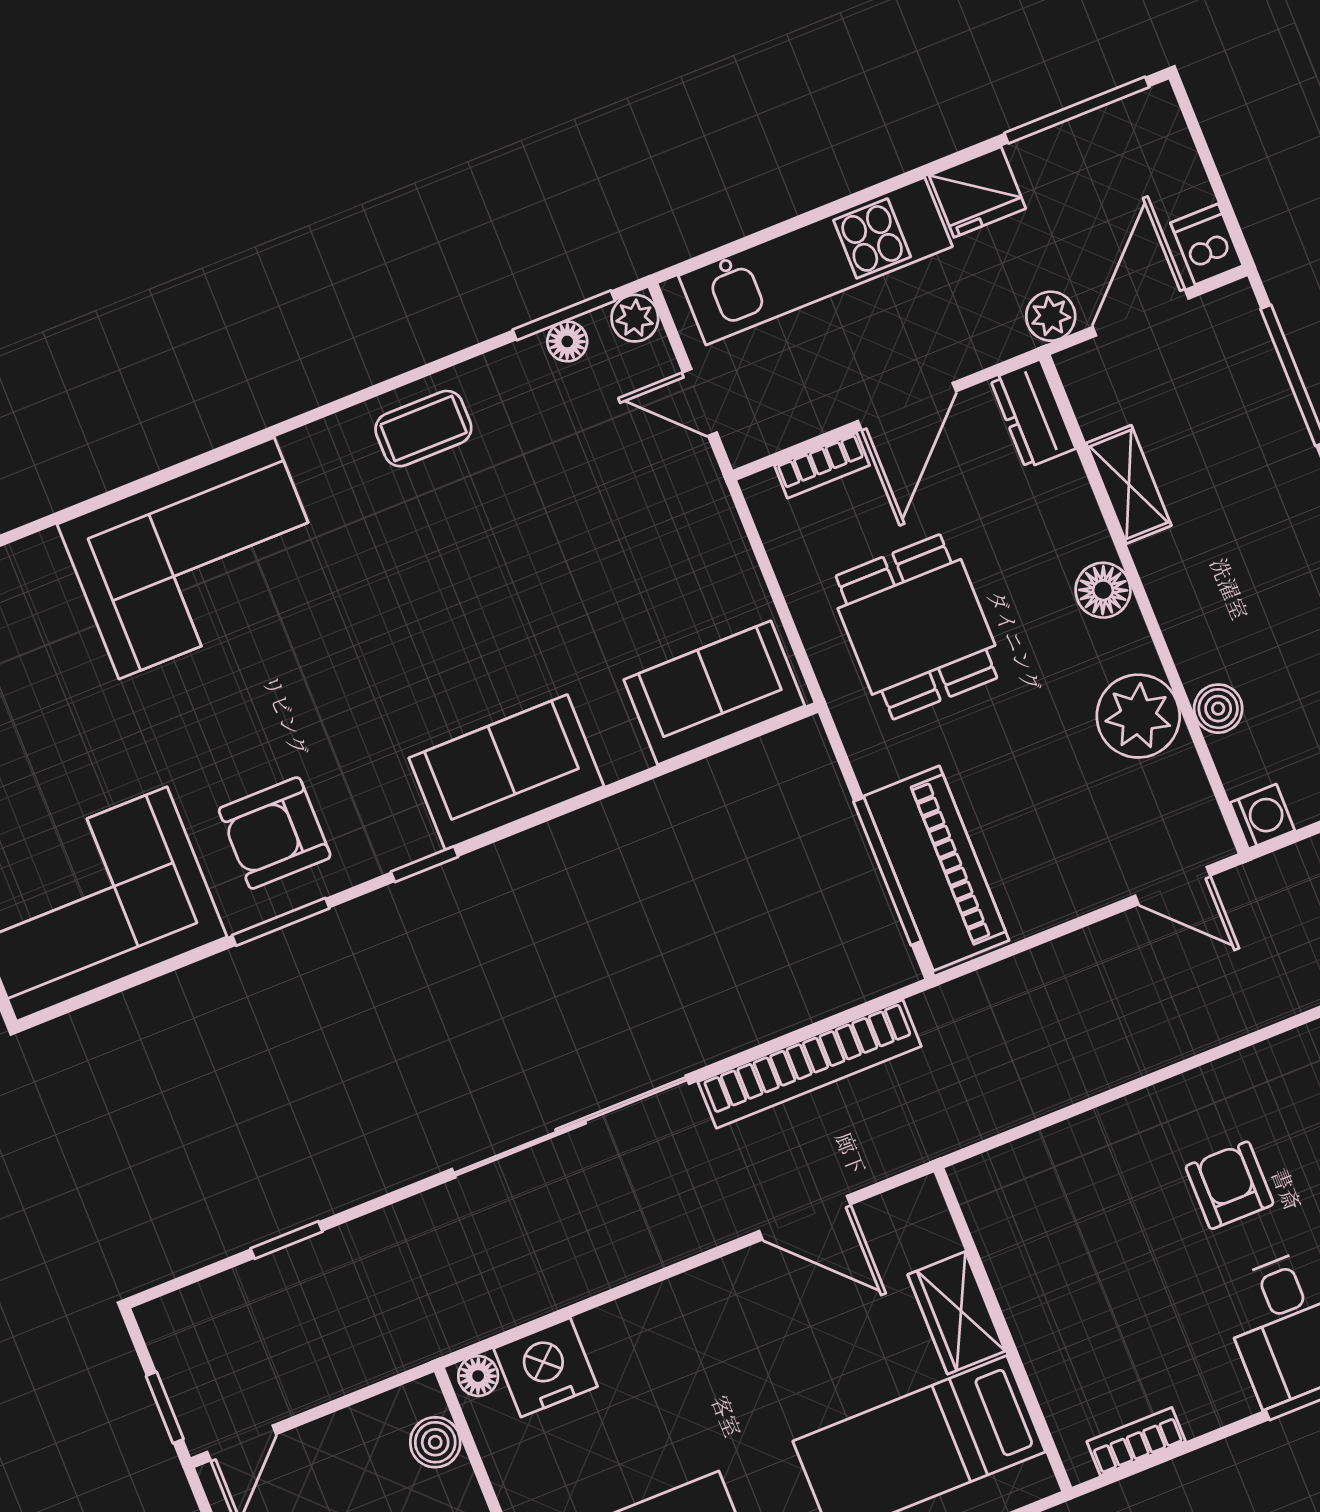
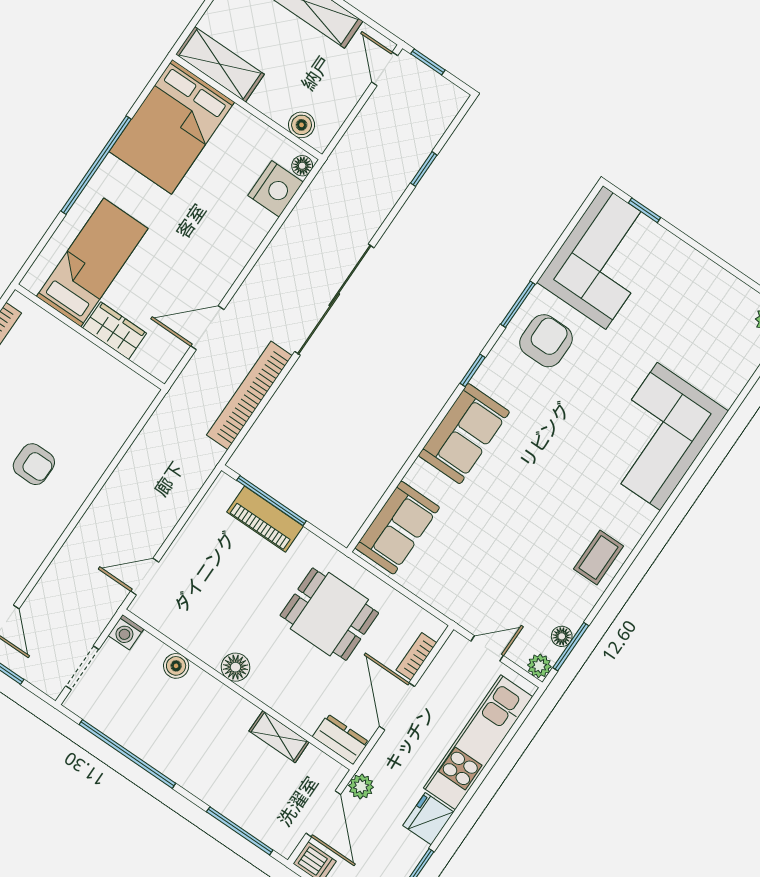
floor lamp: (1103, 590) -> (236, 667), moved
plant: (1138, 716) -> (208, 640), removed
piano: (936, 868) -> (265, 519), width x0.73, depth x0.75

